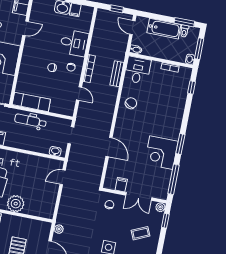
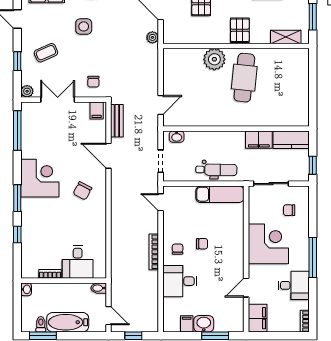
window: (199, 49) -> (17, 305), removed
desk: (138, 70) -> (78, 262), moved
bench: (117, 74) -> (117, 121), moved
window: (191, 87) -> (17, 234), moved
door: (79, 93) -> (161, 202), moved
chair: (131, 103) -> (82, 191), moved
window: (180, 144) -> (17, 198), moved
corner desk: (161, 153) -> (40, 178), moved
filing cabinet: (121, 185) -> (97, 110), moved
window: (165, 221) -> (17, 61), moved

